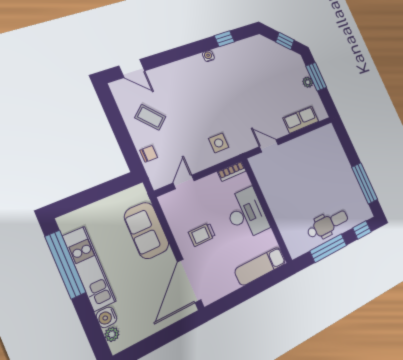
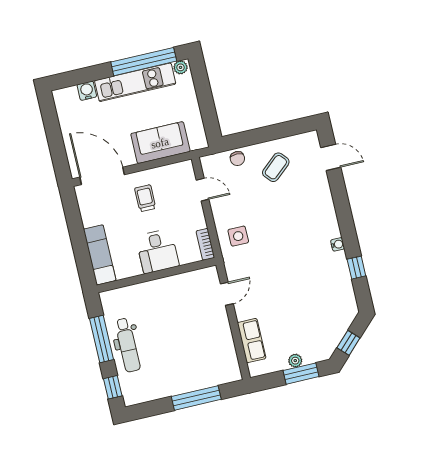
door: (132, 68) -> (331, 157), swing flipped
window: (365, 183) -> (196, 398), moved
desk: (246, 214) -> (157, 251), width x0.73
plant: (112, 334) -> (181, 67), moved

